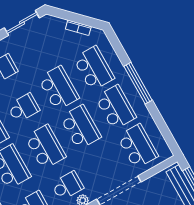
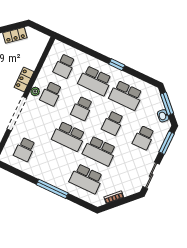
school desk: (116, 107) -> (55, 164), removed
school desk: (138, 146) -> (25, 149), width x0.54
school desk: (45, 147) -> (82, 108), width x0.54

